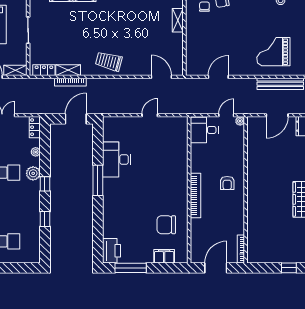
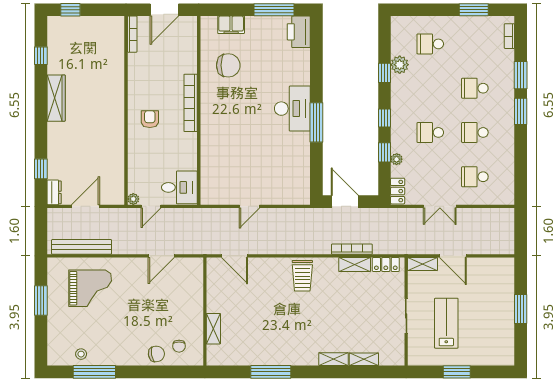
trolley: (109, 61) -> (302, 276), turned 75
door: (76, 119) -> (345, 202), swing flipped
window: (45, 157) -> (384, 152), added
desk: (117, 160) -> (292, 109), moved
plant: (33, 173) -> (400, 65), moved

